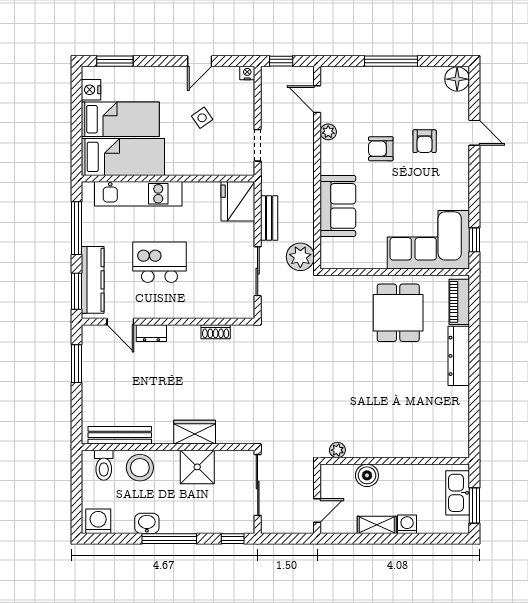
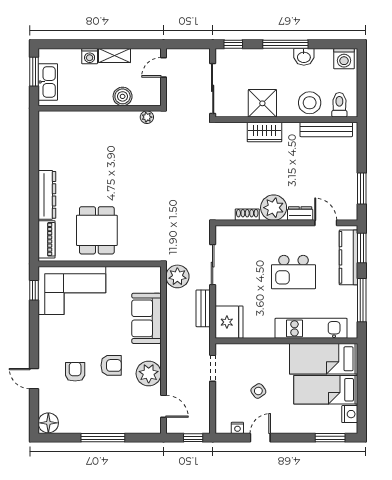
nightstand: (247, 73) -> (237, 428), moved
plant: (328, 132) -> (149, 374), width x1.87, depth x1.87
plant: (184, 340) -> (274, 208), added

